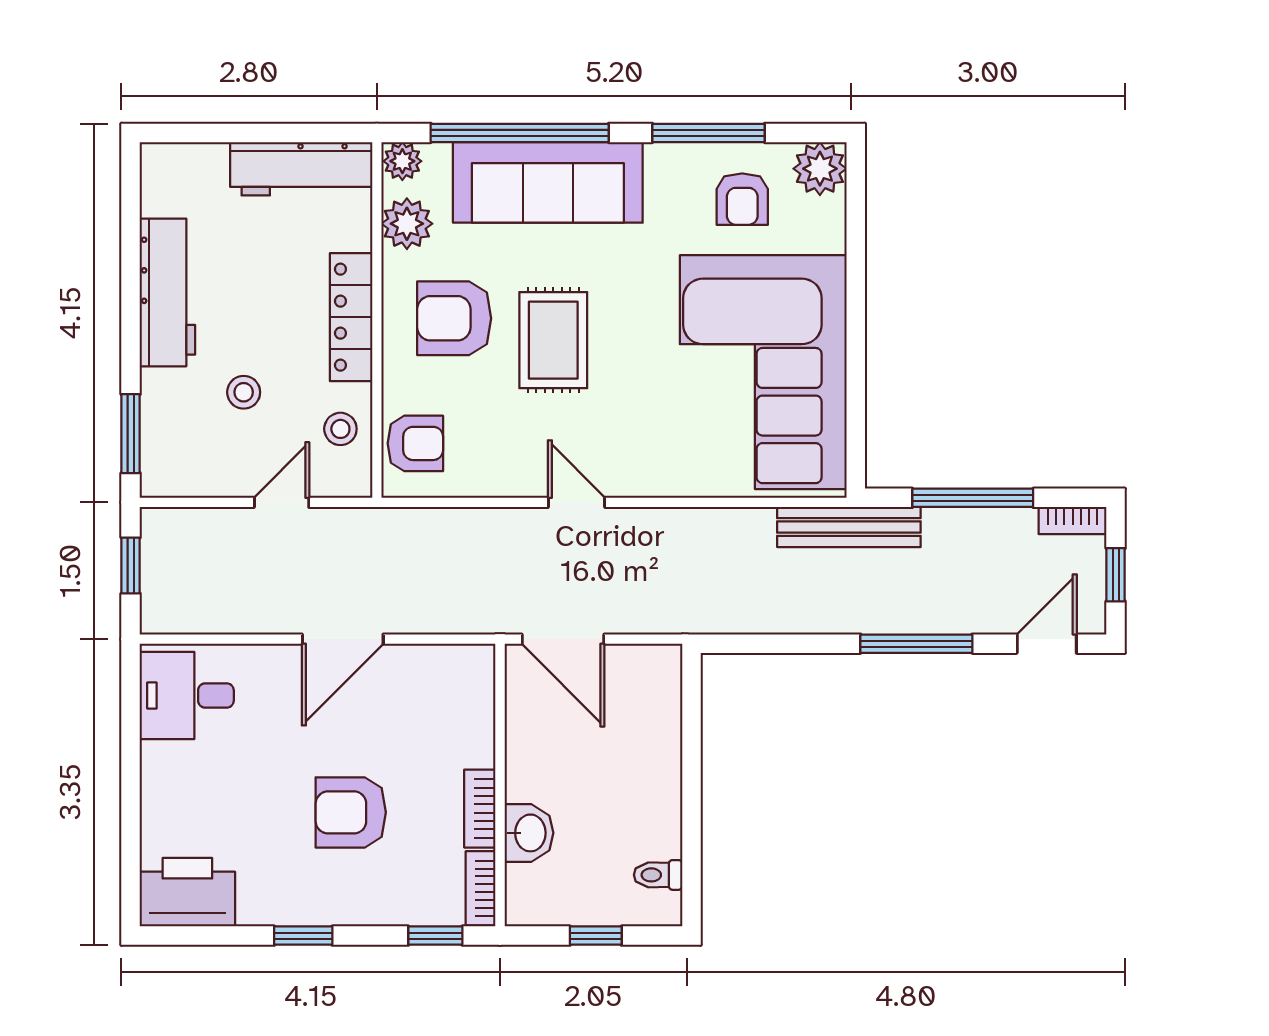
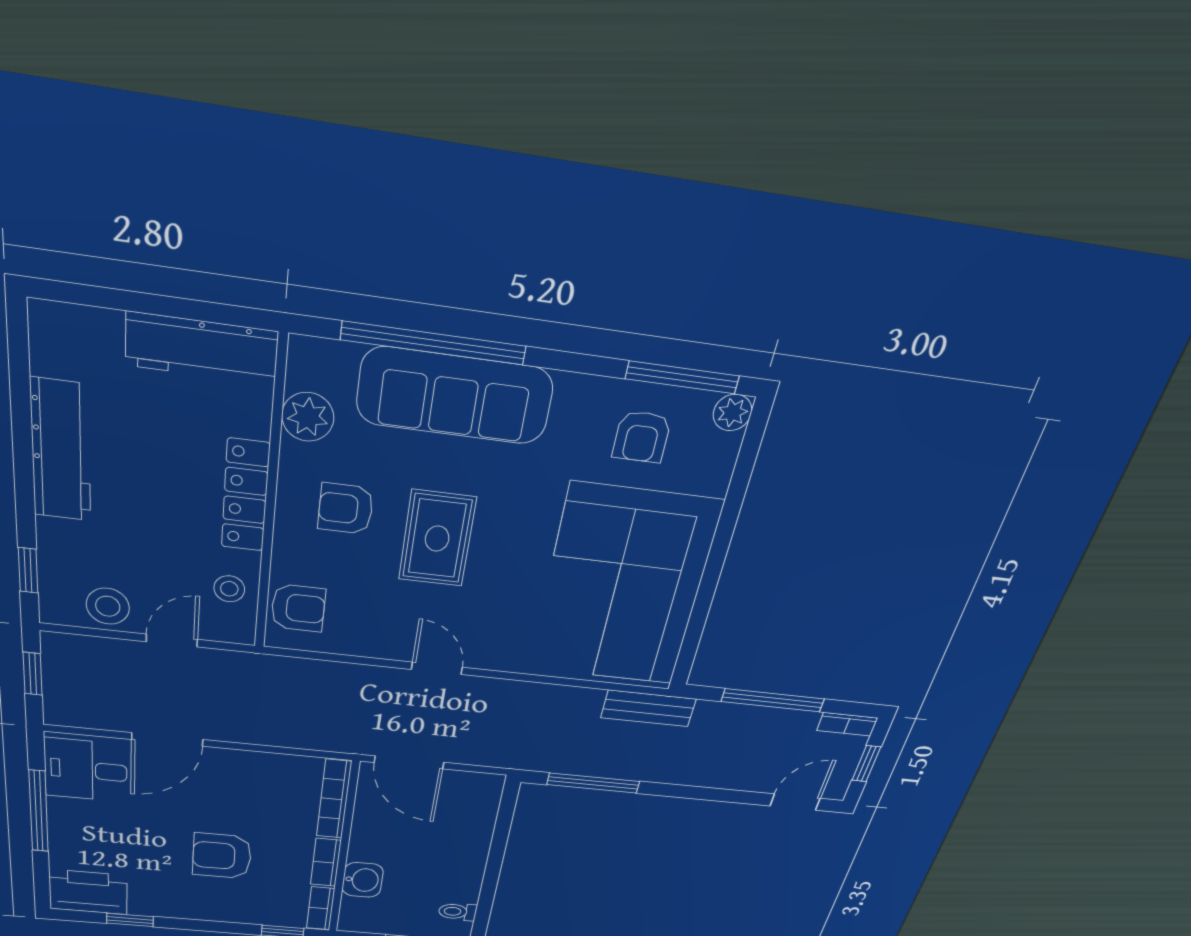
window: (708, 133) -> (682, 377), moved
plant: (402, 161) -> (309, 355), removed
plant: (820, 169) -> (733, 413), width x0.73, depth x0.73
armchair: (454, 318) -> (346, 509), width x0.72, depth x0.72
stool: (244, 392) -> (108, 606), moved, width x1.37, depth x1.37
window: (131, 434) -> (28, 570), width x0.67
bench: (849, 527) -> (648, 708), width x0.73
door: (343, 639) -> (167, 740), moved
window: (916, 644) -> (593, 783), moved
bookcase: (480, 705) -> (334, 799), added
window: (131, 765) -> (39, 811), added
window: (303, 936) -> (130, 920), moved

